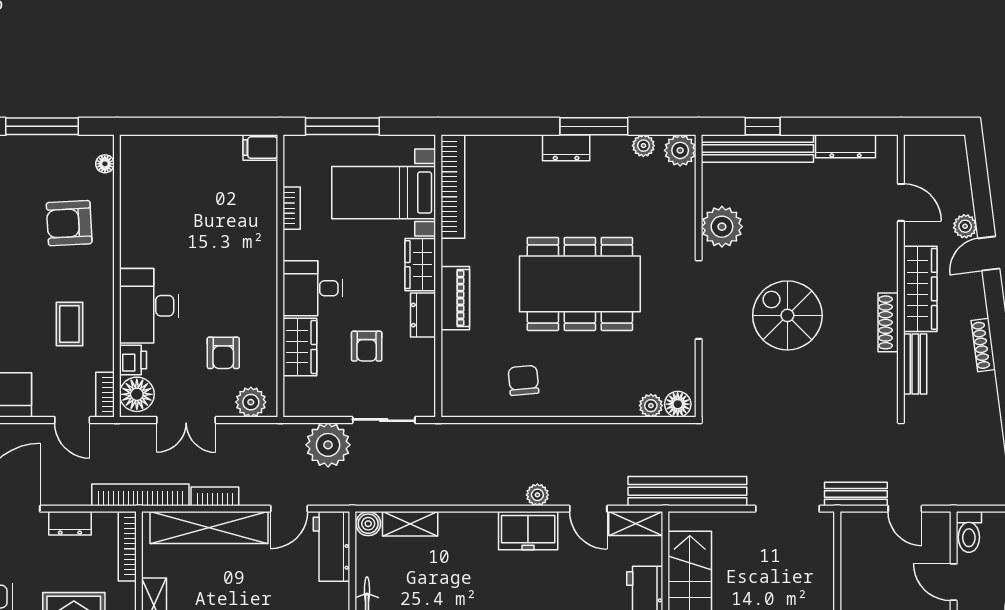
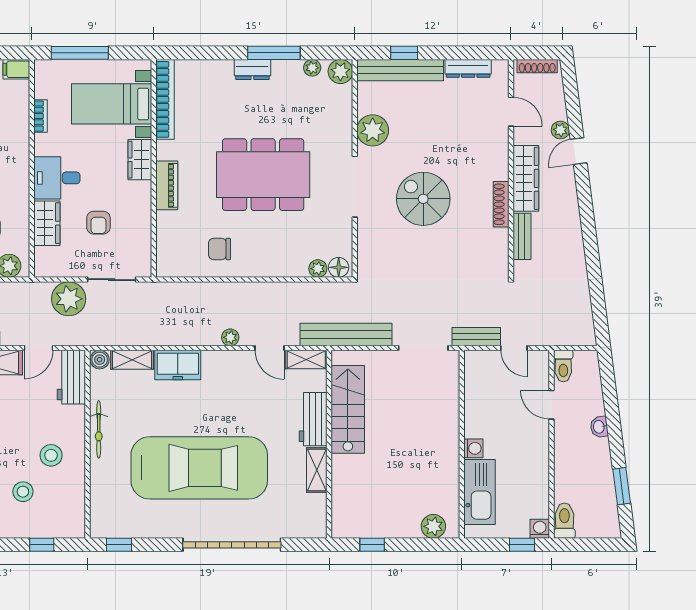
dresser: (423, 315) -> (142, 199), removed
shoe rack: (983, 345) -> (537, 66), moved, turned -83
chair: (523, 380) -> (220, 249), turned -85
freezer: (528, 531) -> (178, 365), moved

